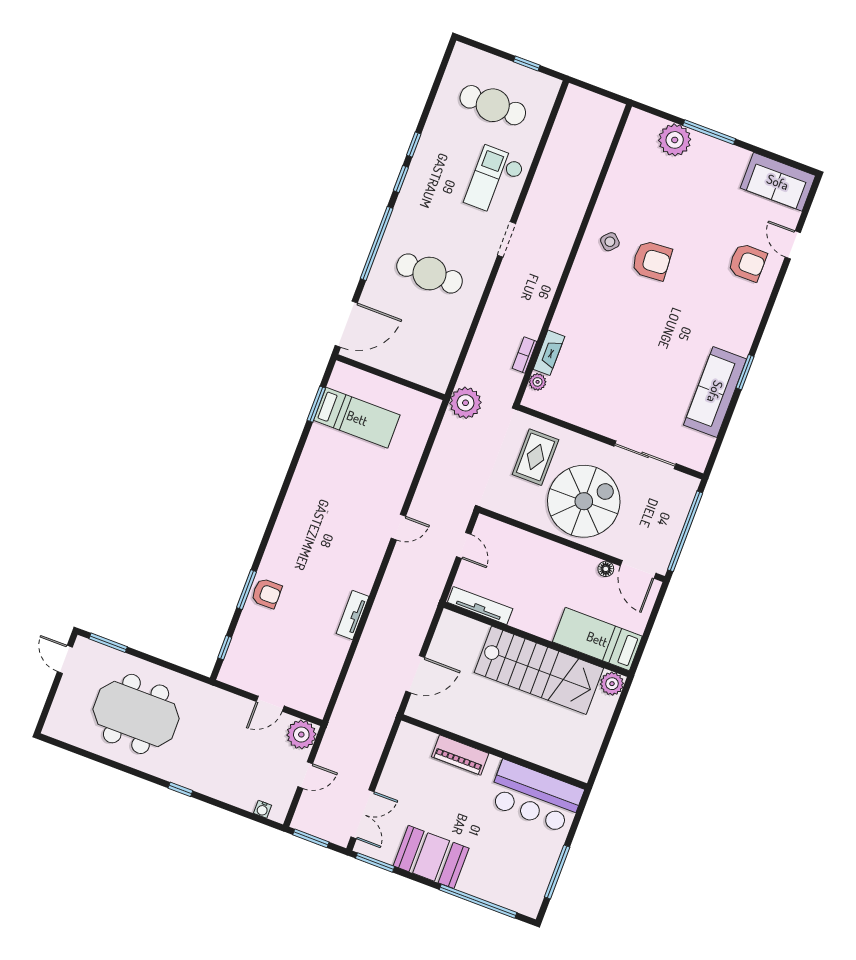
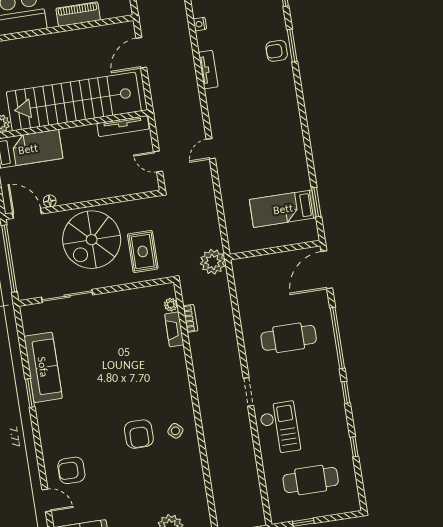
window: (414, 145) -> (354, 447), moved
armchair: (652, 261) -> (139, 434), turned -86
nightstand: (334, 670) -> (200, 24), added
stairs: (539, 670) -> (74, 101), width x1.36

